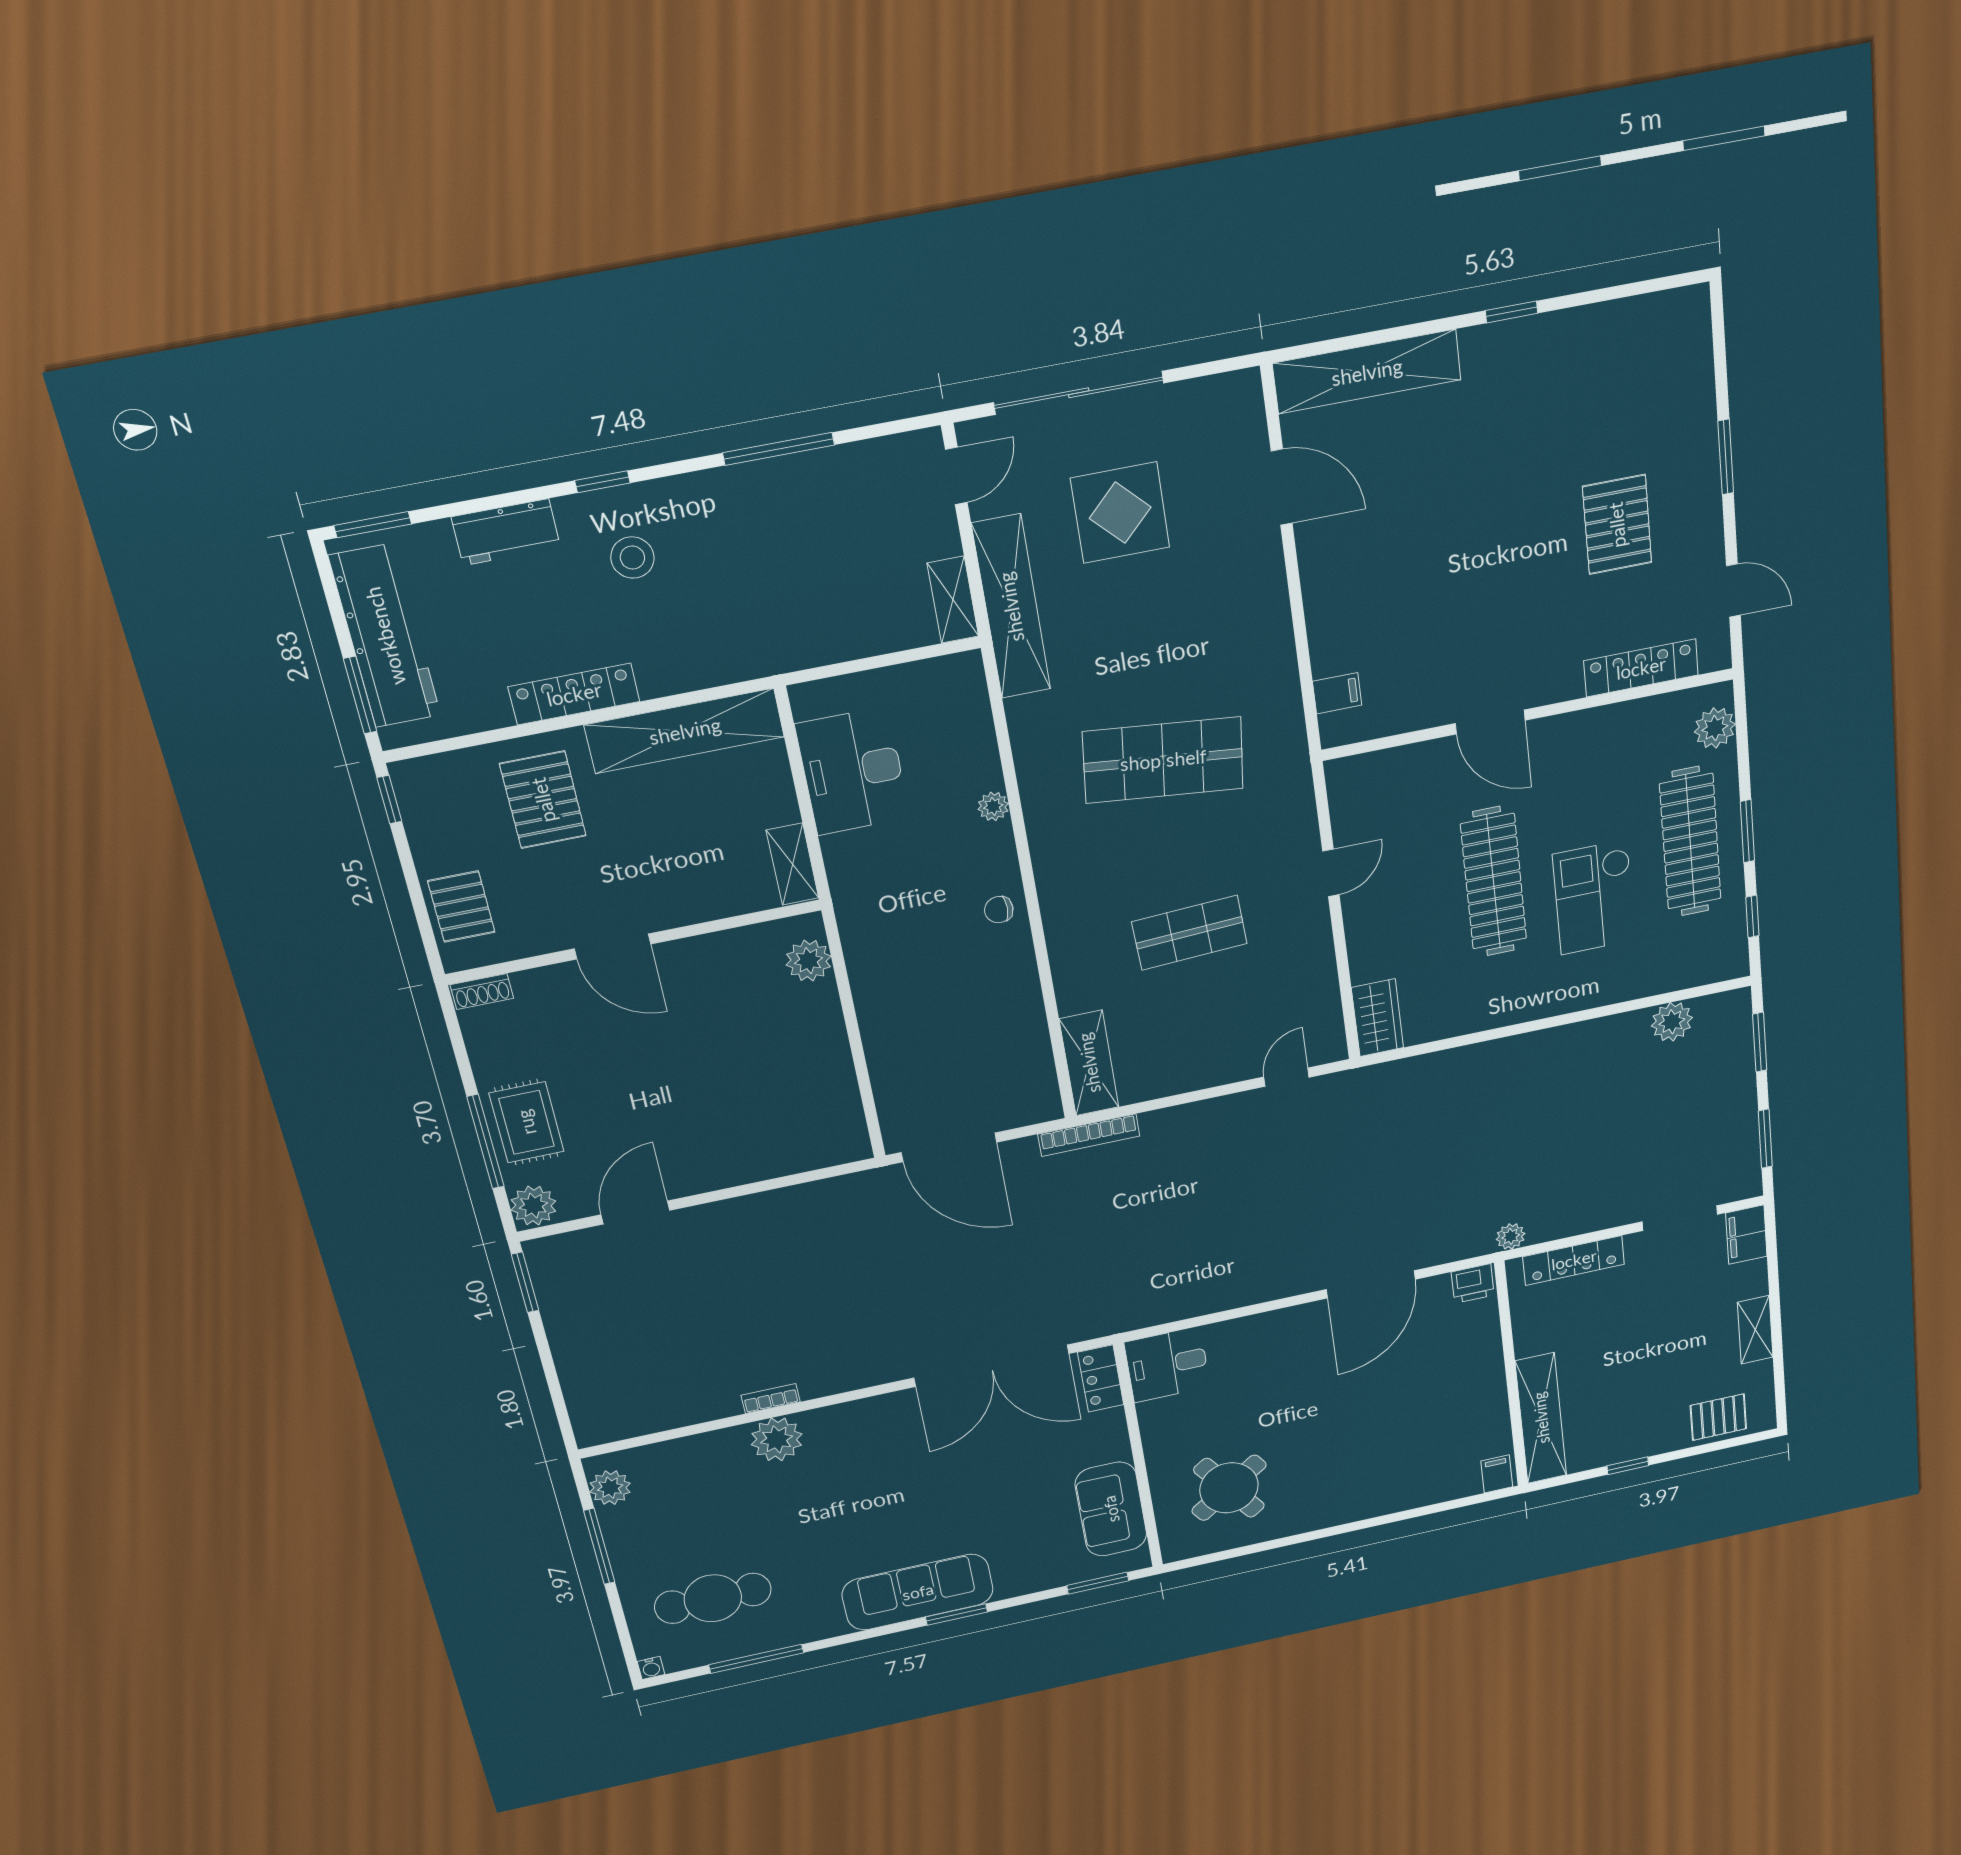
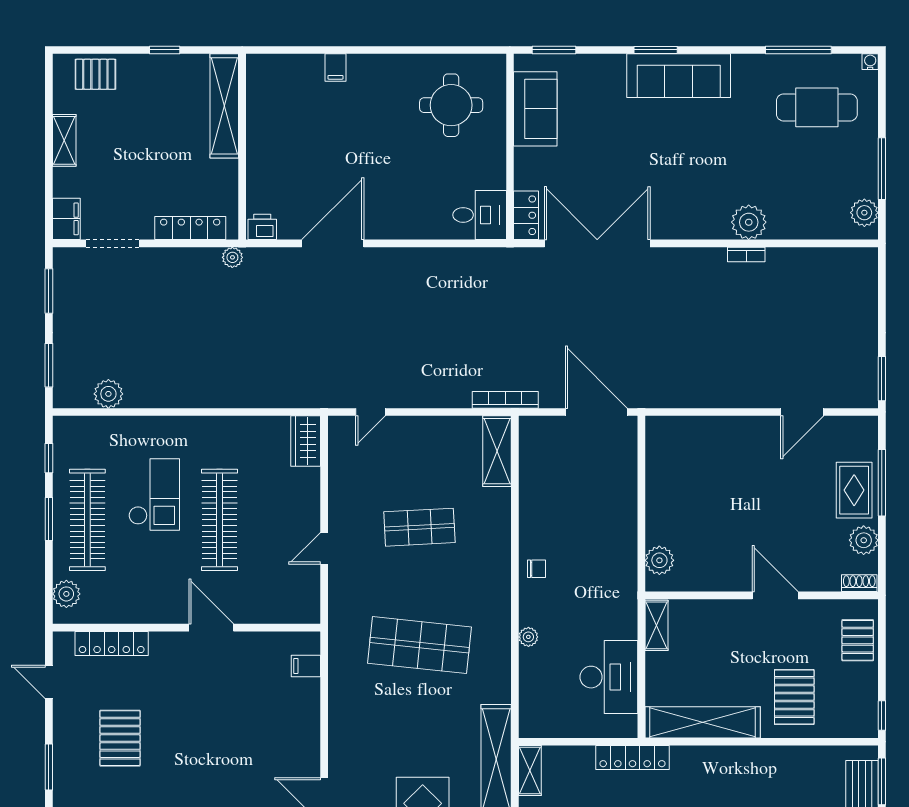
locker: (574, 694) -> (632, 758), moved
plant: (533, 1205) -> (864, 540), moved
filing cabinet: (1497, 1474) -> (335, 68), moved
round table: (1229, 1488) -> (451, 105), turned 35

